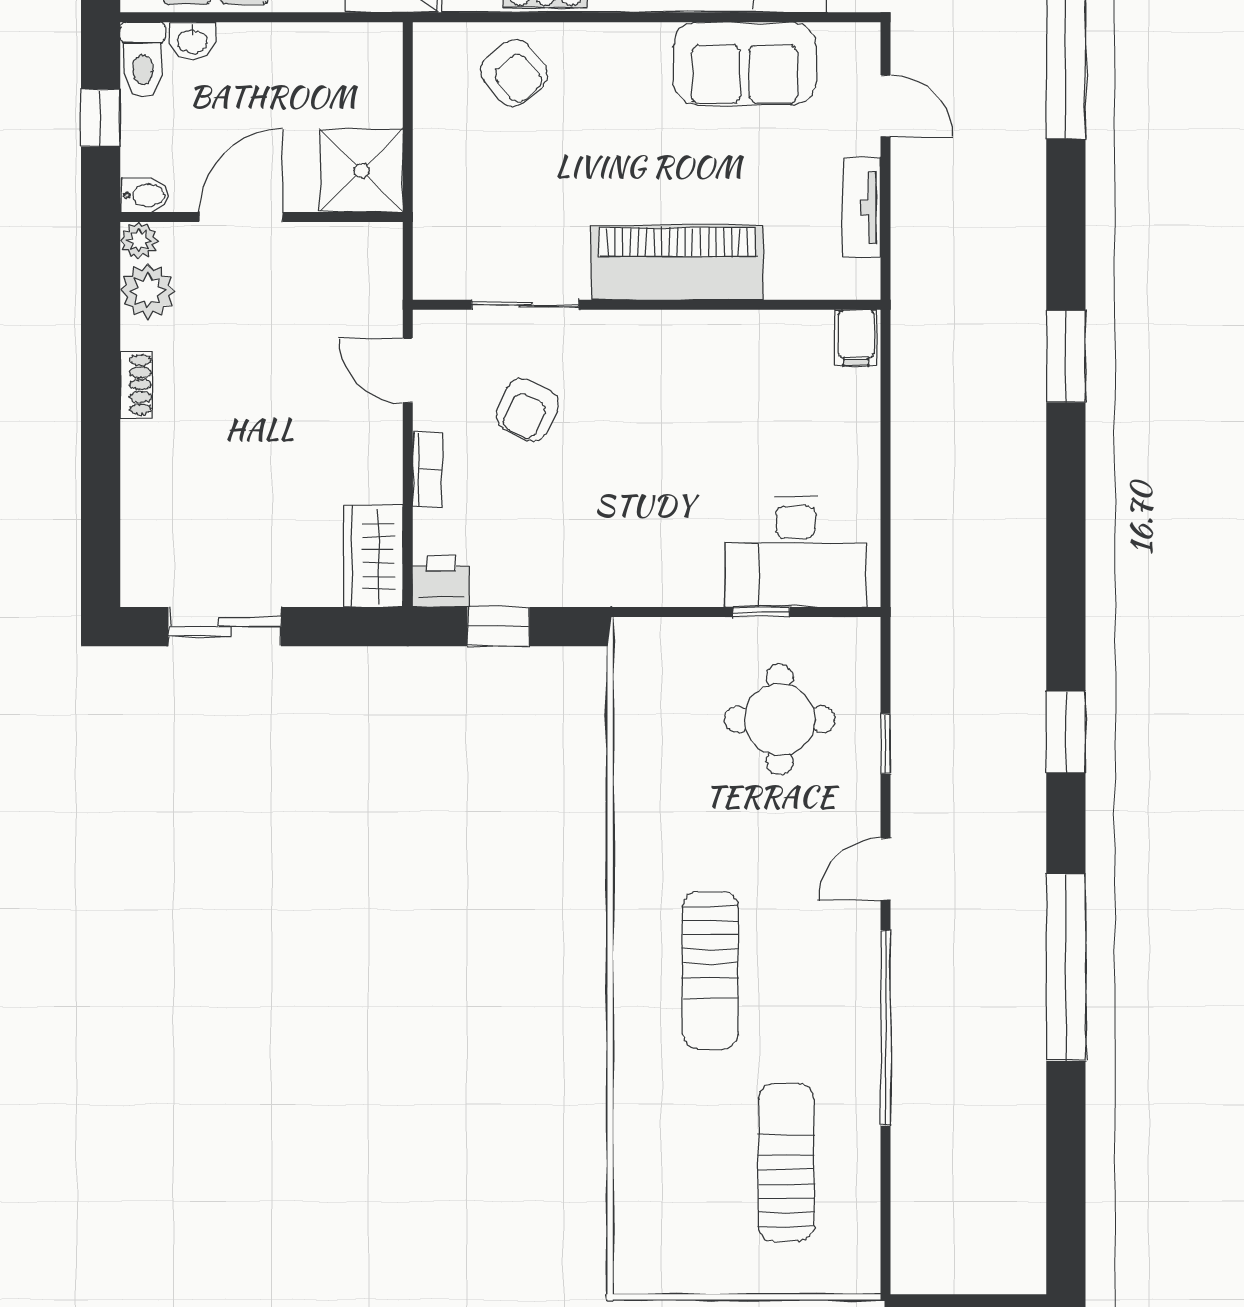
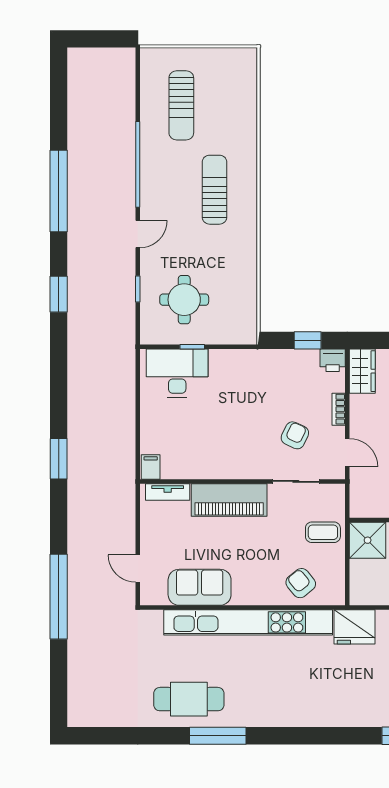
coffee table: (463, 189) -> (323, 532), added
tv unit: (862, 208) -> (168, 492), moved, turned 90

